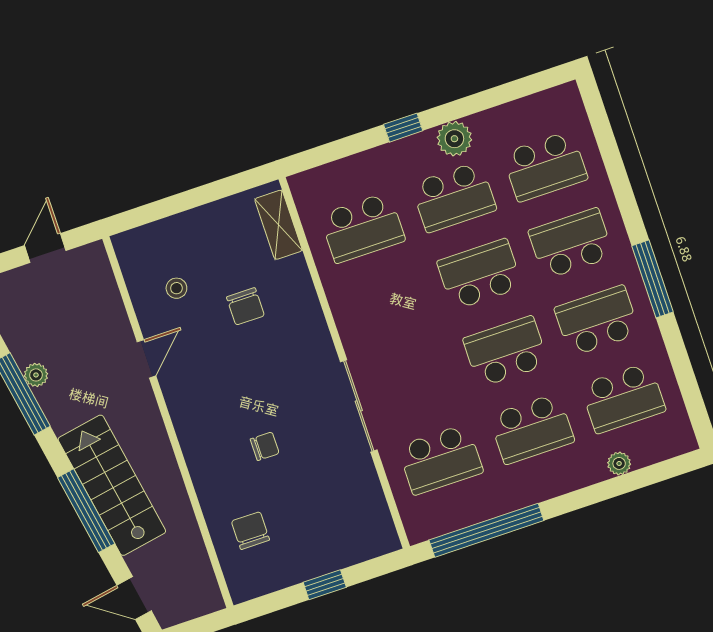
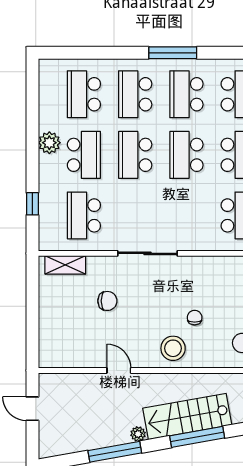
window: (403, 128) -> (32, 204), moved
school desk: (545, 166) -> (84, 94), turned 180
school desk: (362, 228) -> (84, 215), turned 180
stool: (176, 288) -> (173, 348), moved, width x1.89, depth x1.89
plant: (36, 375) -> (138, 434), moved
sliding door: (359, 406) -> (147, 253), moved

